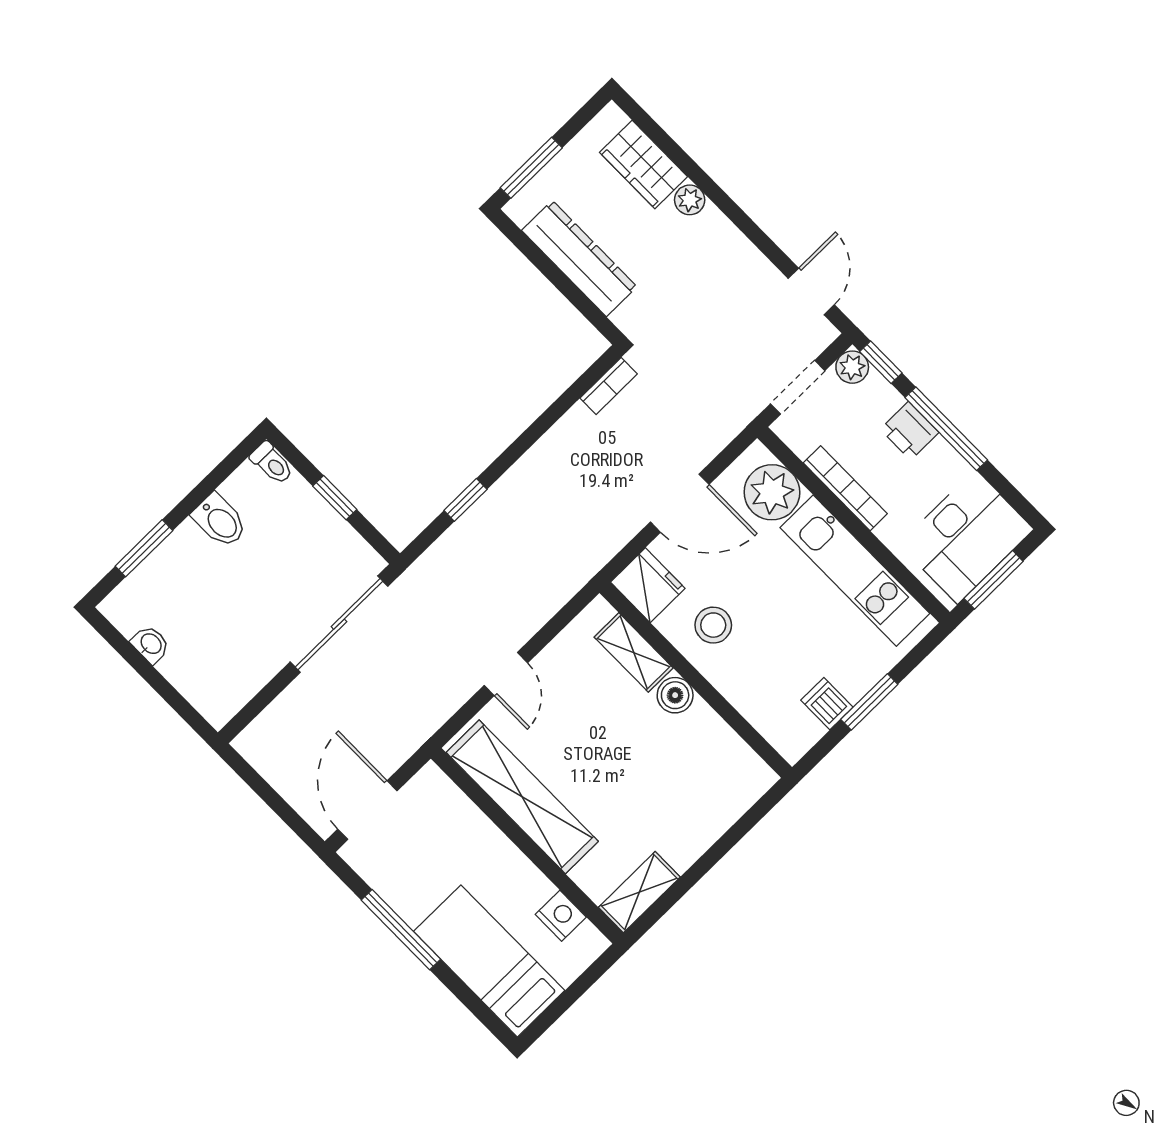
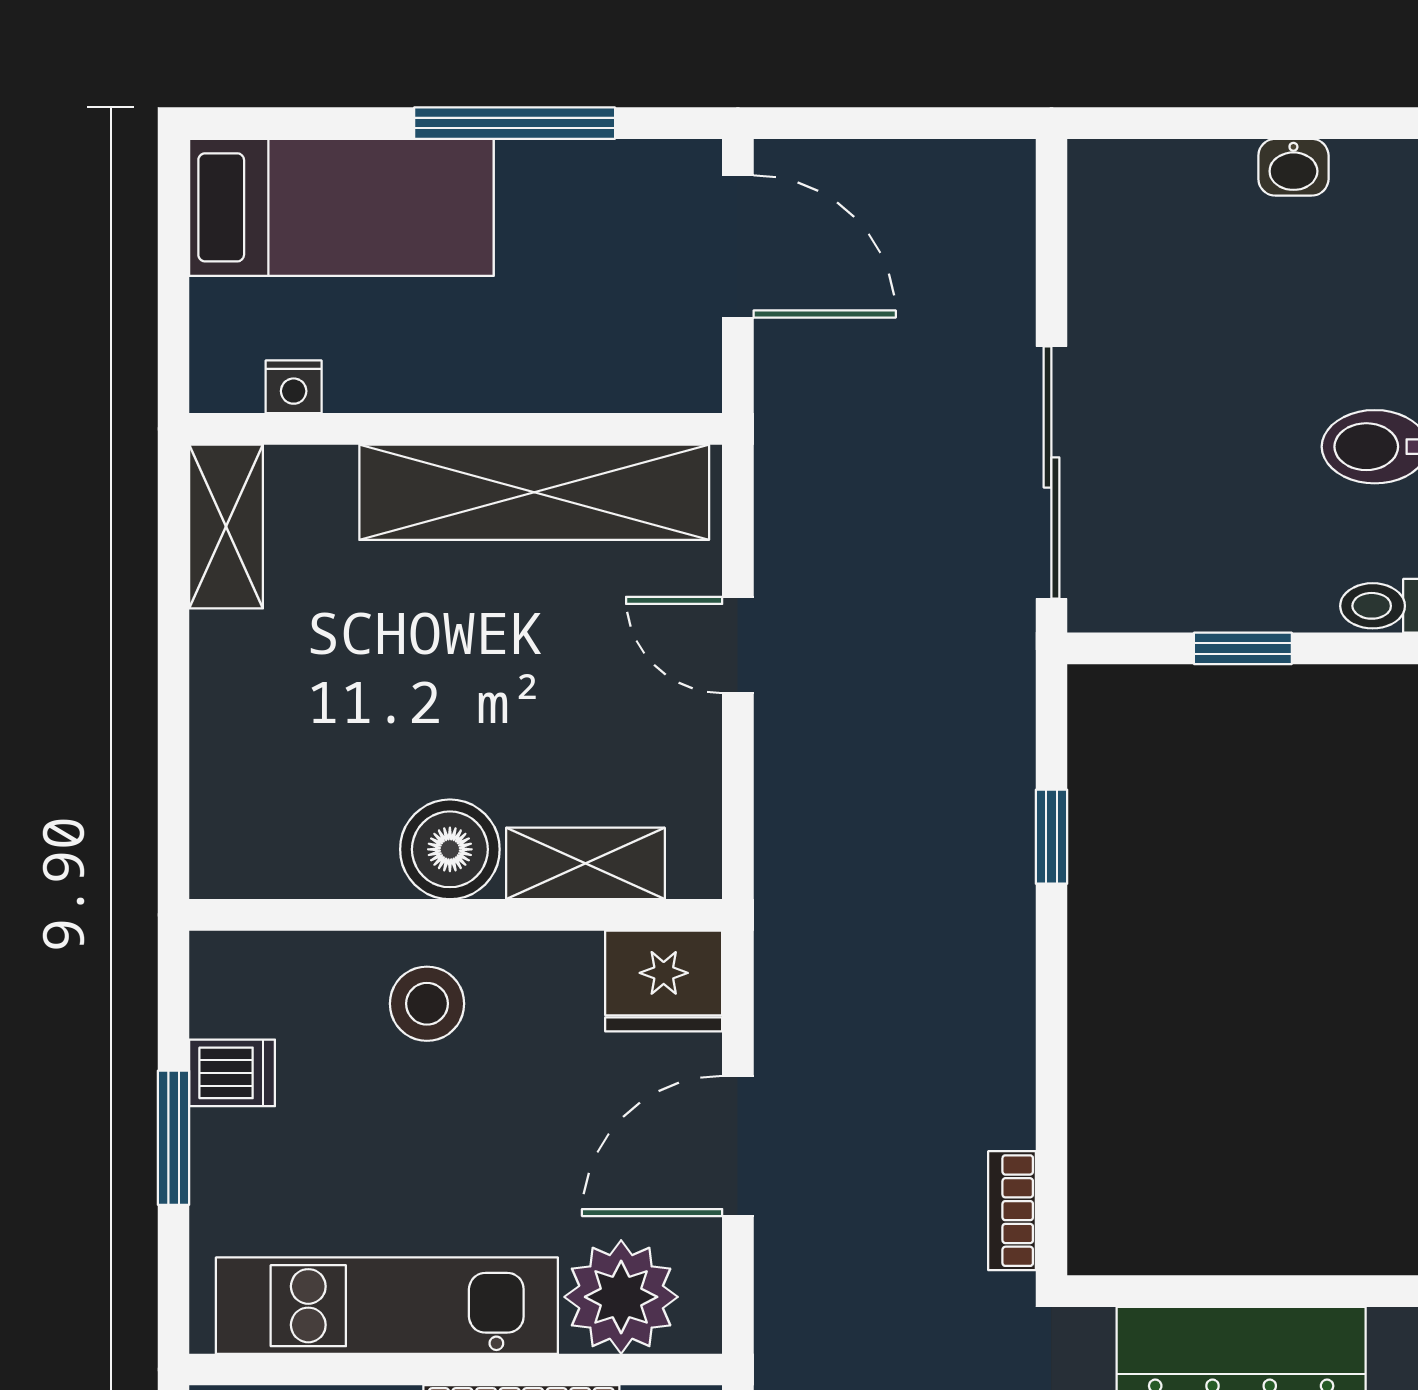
stool: (713, 625) -> (427, 1004), moved
boiler: (675, 695) -> (450, 849), width x1.36, depth x1.36
nightstand: (561, 916) -> (294, 387), width x0.72, depth x0.74

